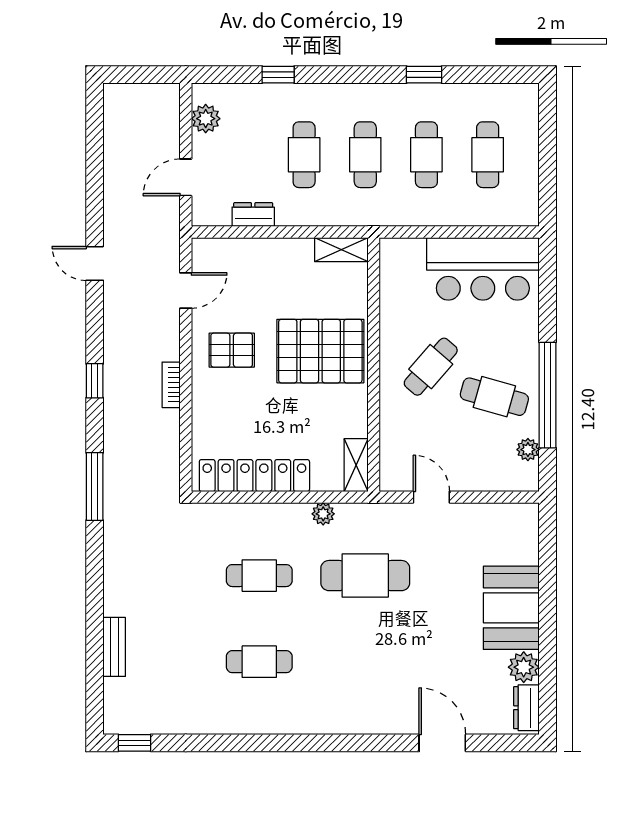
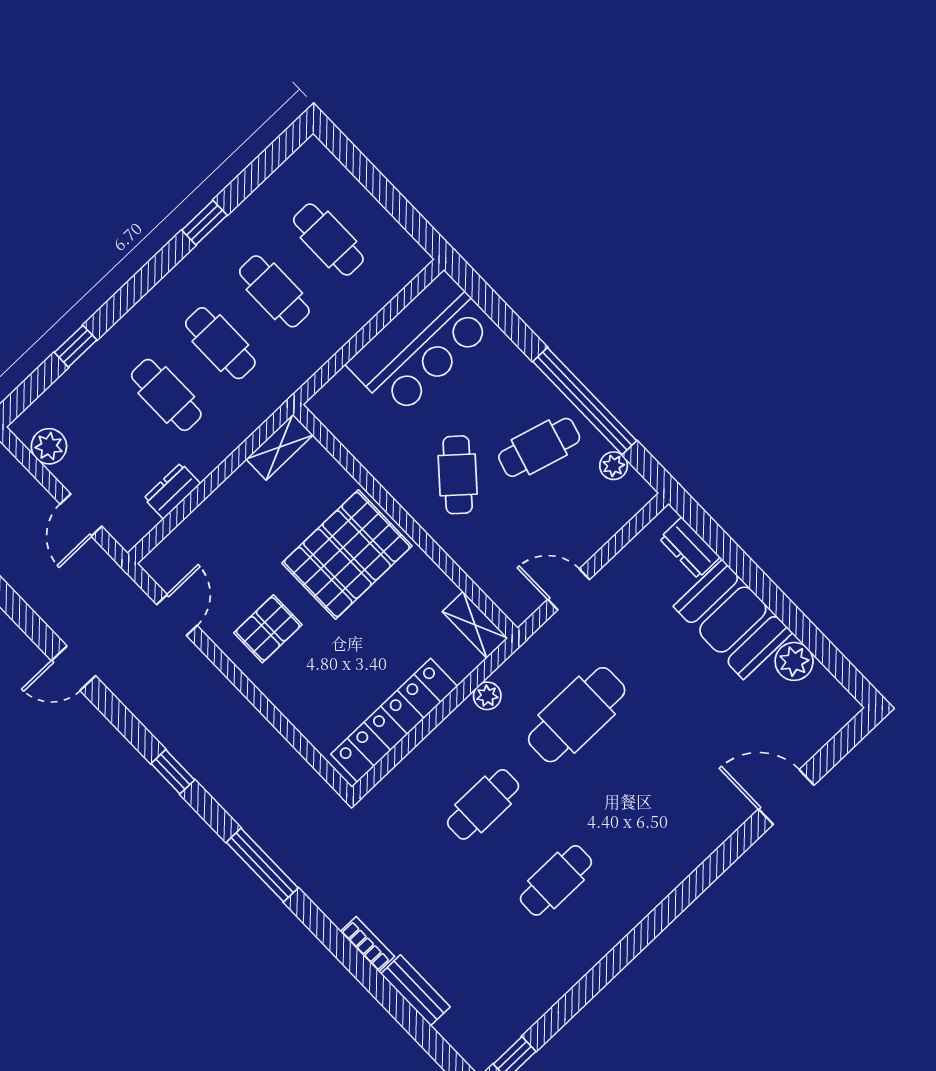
bookcase: (171, 385) -> (367, 944), moved, turned 180
dresser: (526, 708) -> (690, 548), moved

